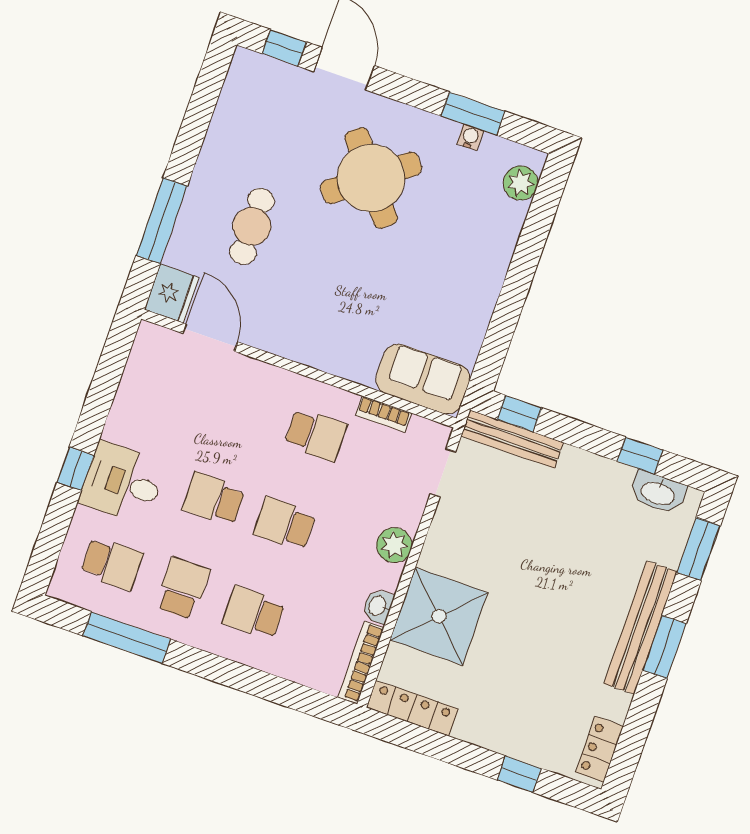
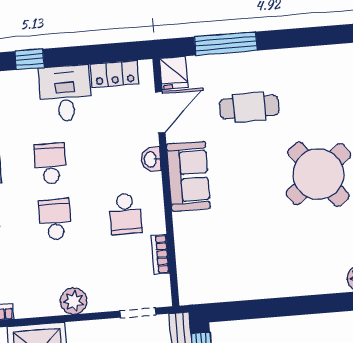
fridge: (172, 294) -> (174, 73), width x0.72
locker: (139, 373) -> (115, 74), added
sofa: (423, 379) -> (189, 176), moved
desk: (123, 483) -> (65, 93), moved
washbasin: (378, 606) -> (151, 159), moved, turned -90

